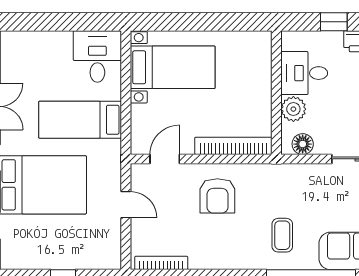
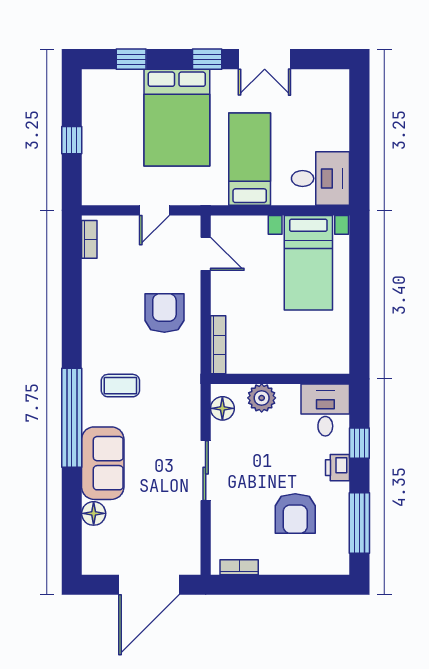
desk: (304, 73) -> (325, 410), moved
bookcase: (233, 146) -> (218, 345), width x0.68, depth x0.76
armchair: (217, 196) -> (164, 313), turned 90
bookcase: (161, 263) -> (89, 239), width x0.64

